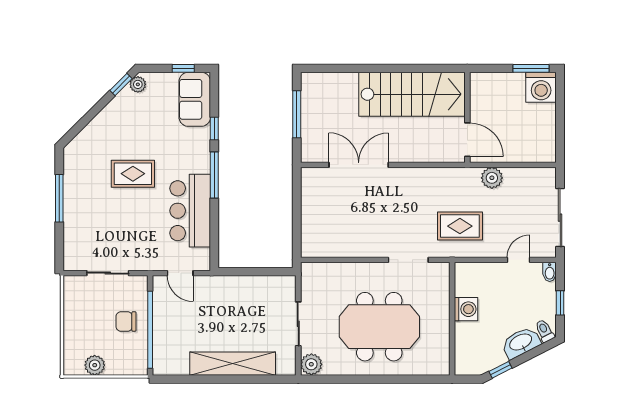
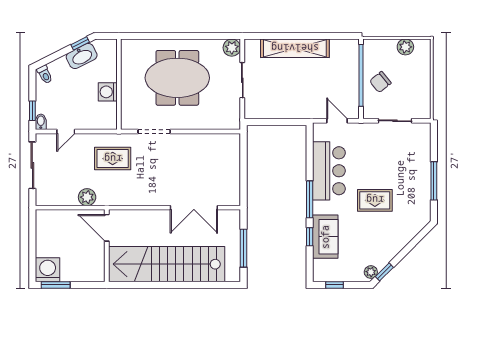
stairs: (412, 94) -> (167, 264), width x1.36
sofa: (195, 99) -> (325, 237), moved
window: (560, 303) -> (32, 111), moved
chair: (126, 321) -> (380, 82), turned 141
washbasin: (521, 343) -> (82, 56), moved

